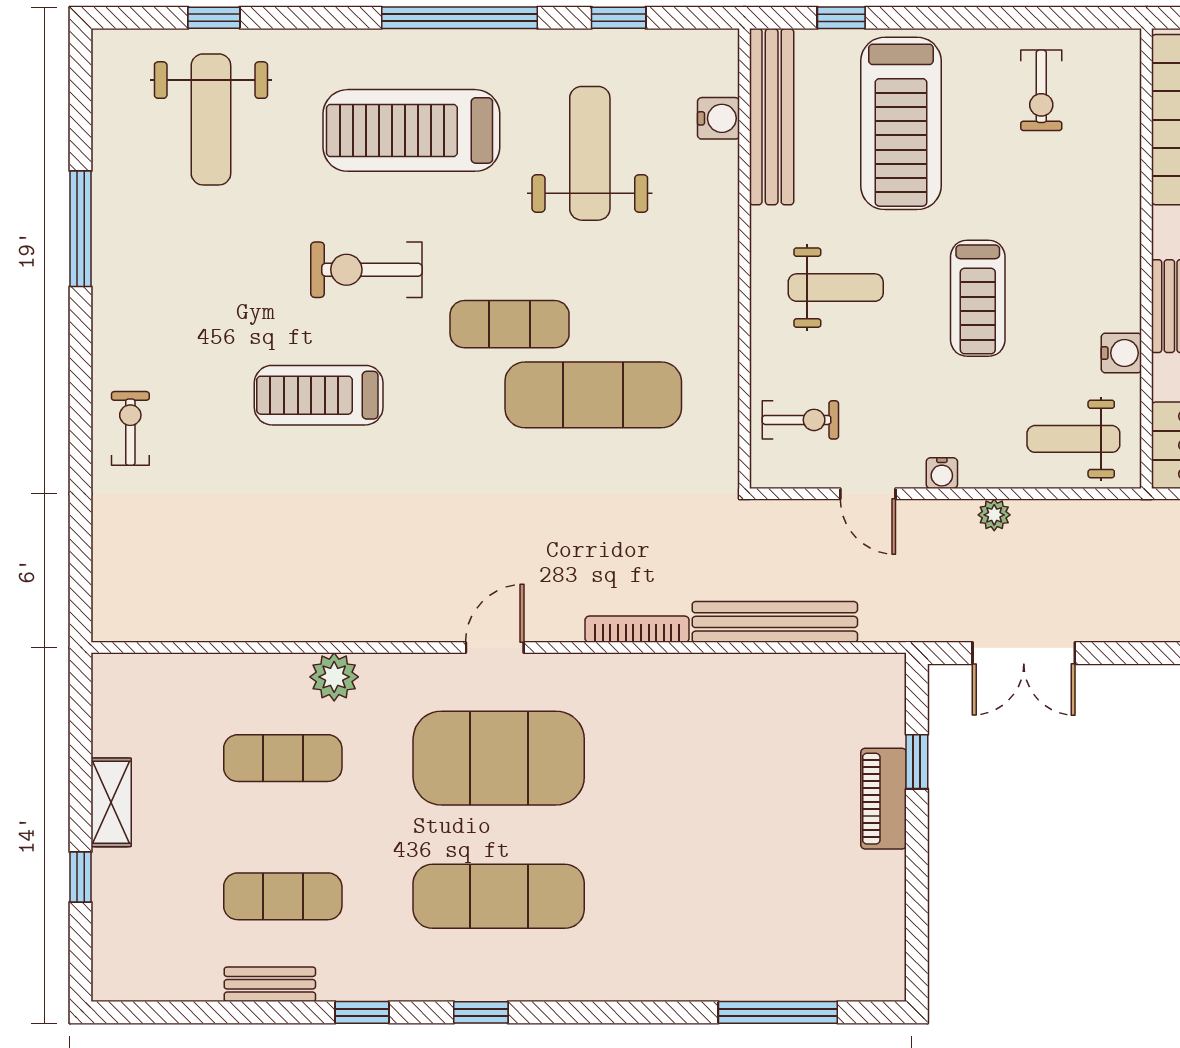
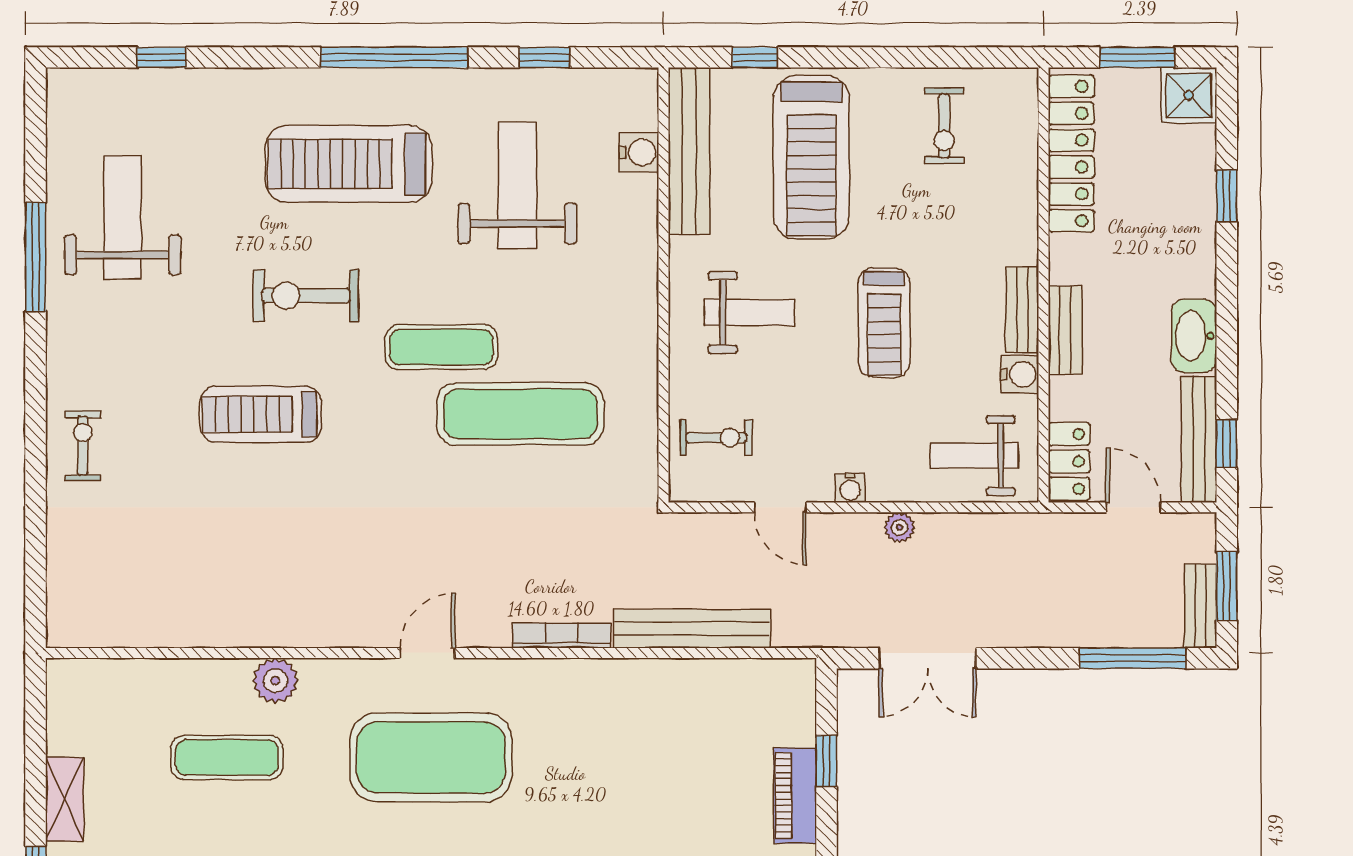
weight bench: (211, 119) -> (123, 218), moved, turned 180
bench: (1124, 284) -> (1022, 309), added

